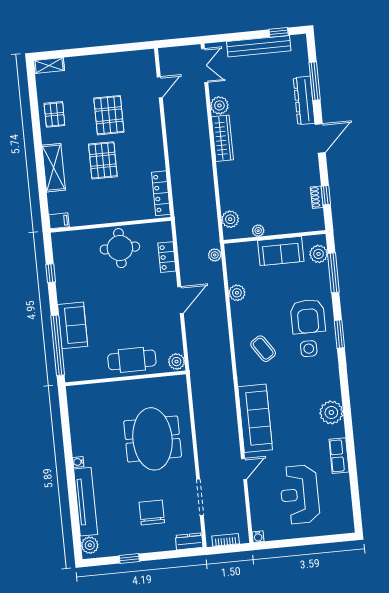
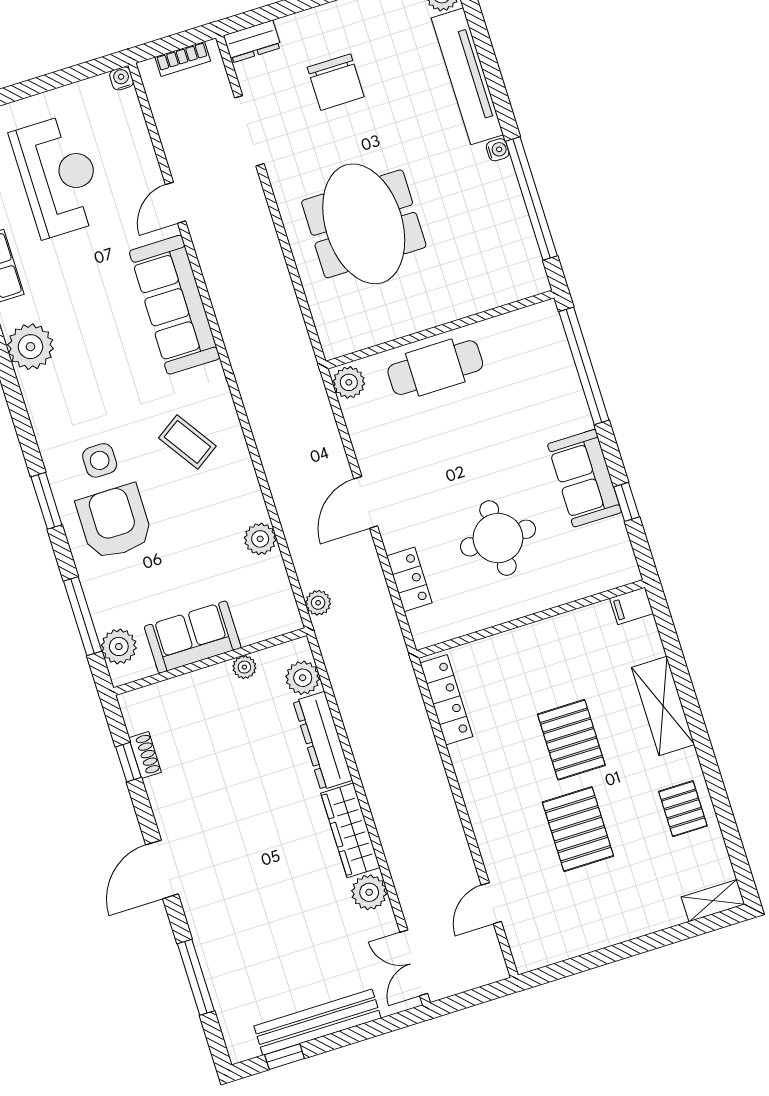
dresser: (304, 101) -> (323, 741), moved, turned 180
round table: (120, 248) -> (498, 538), moved
sofa: (73, 325) -> (585, 478), moved
window: (66, 434) -> (531, 198), added

